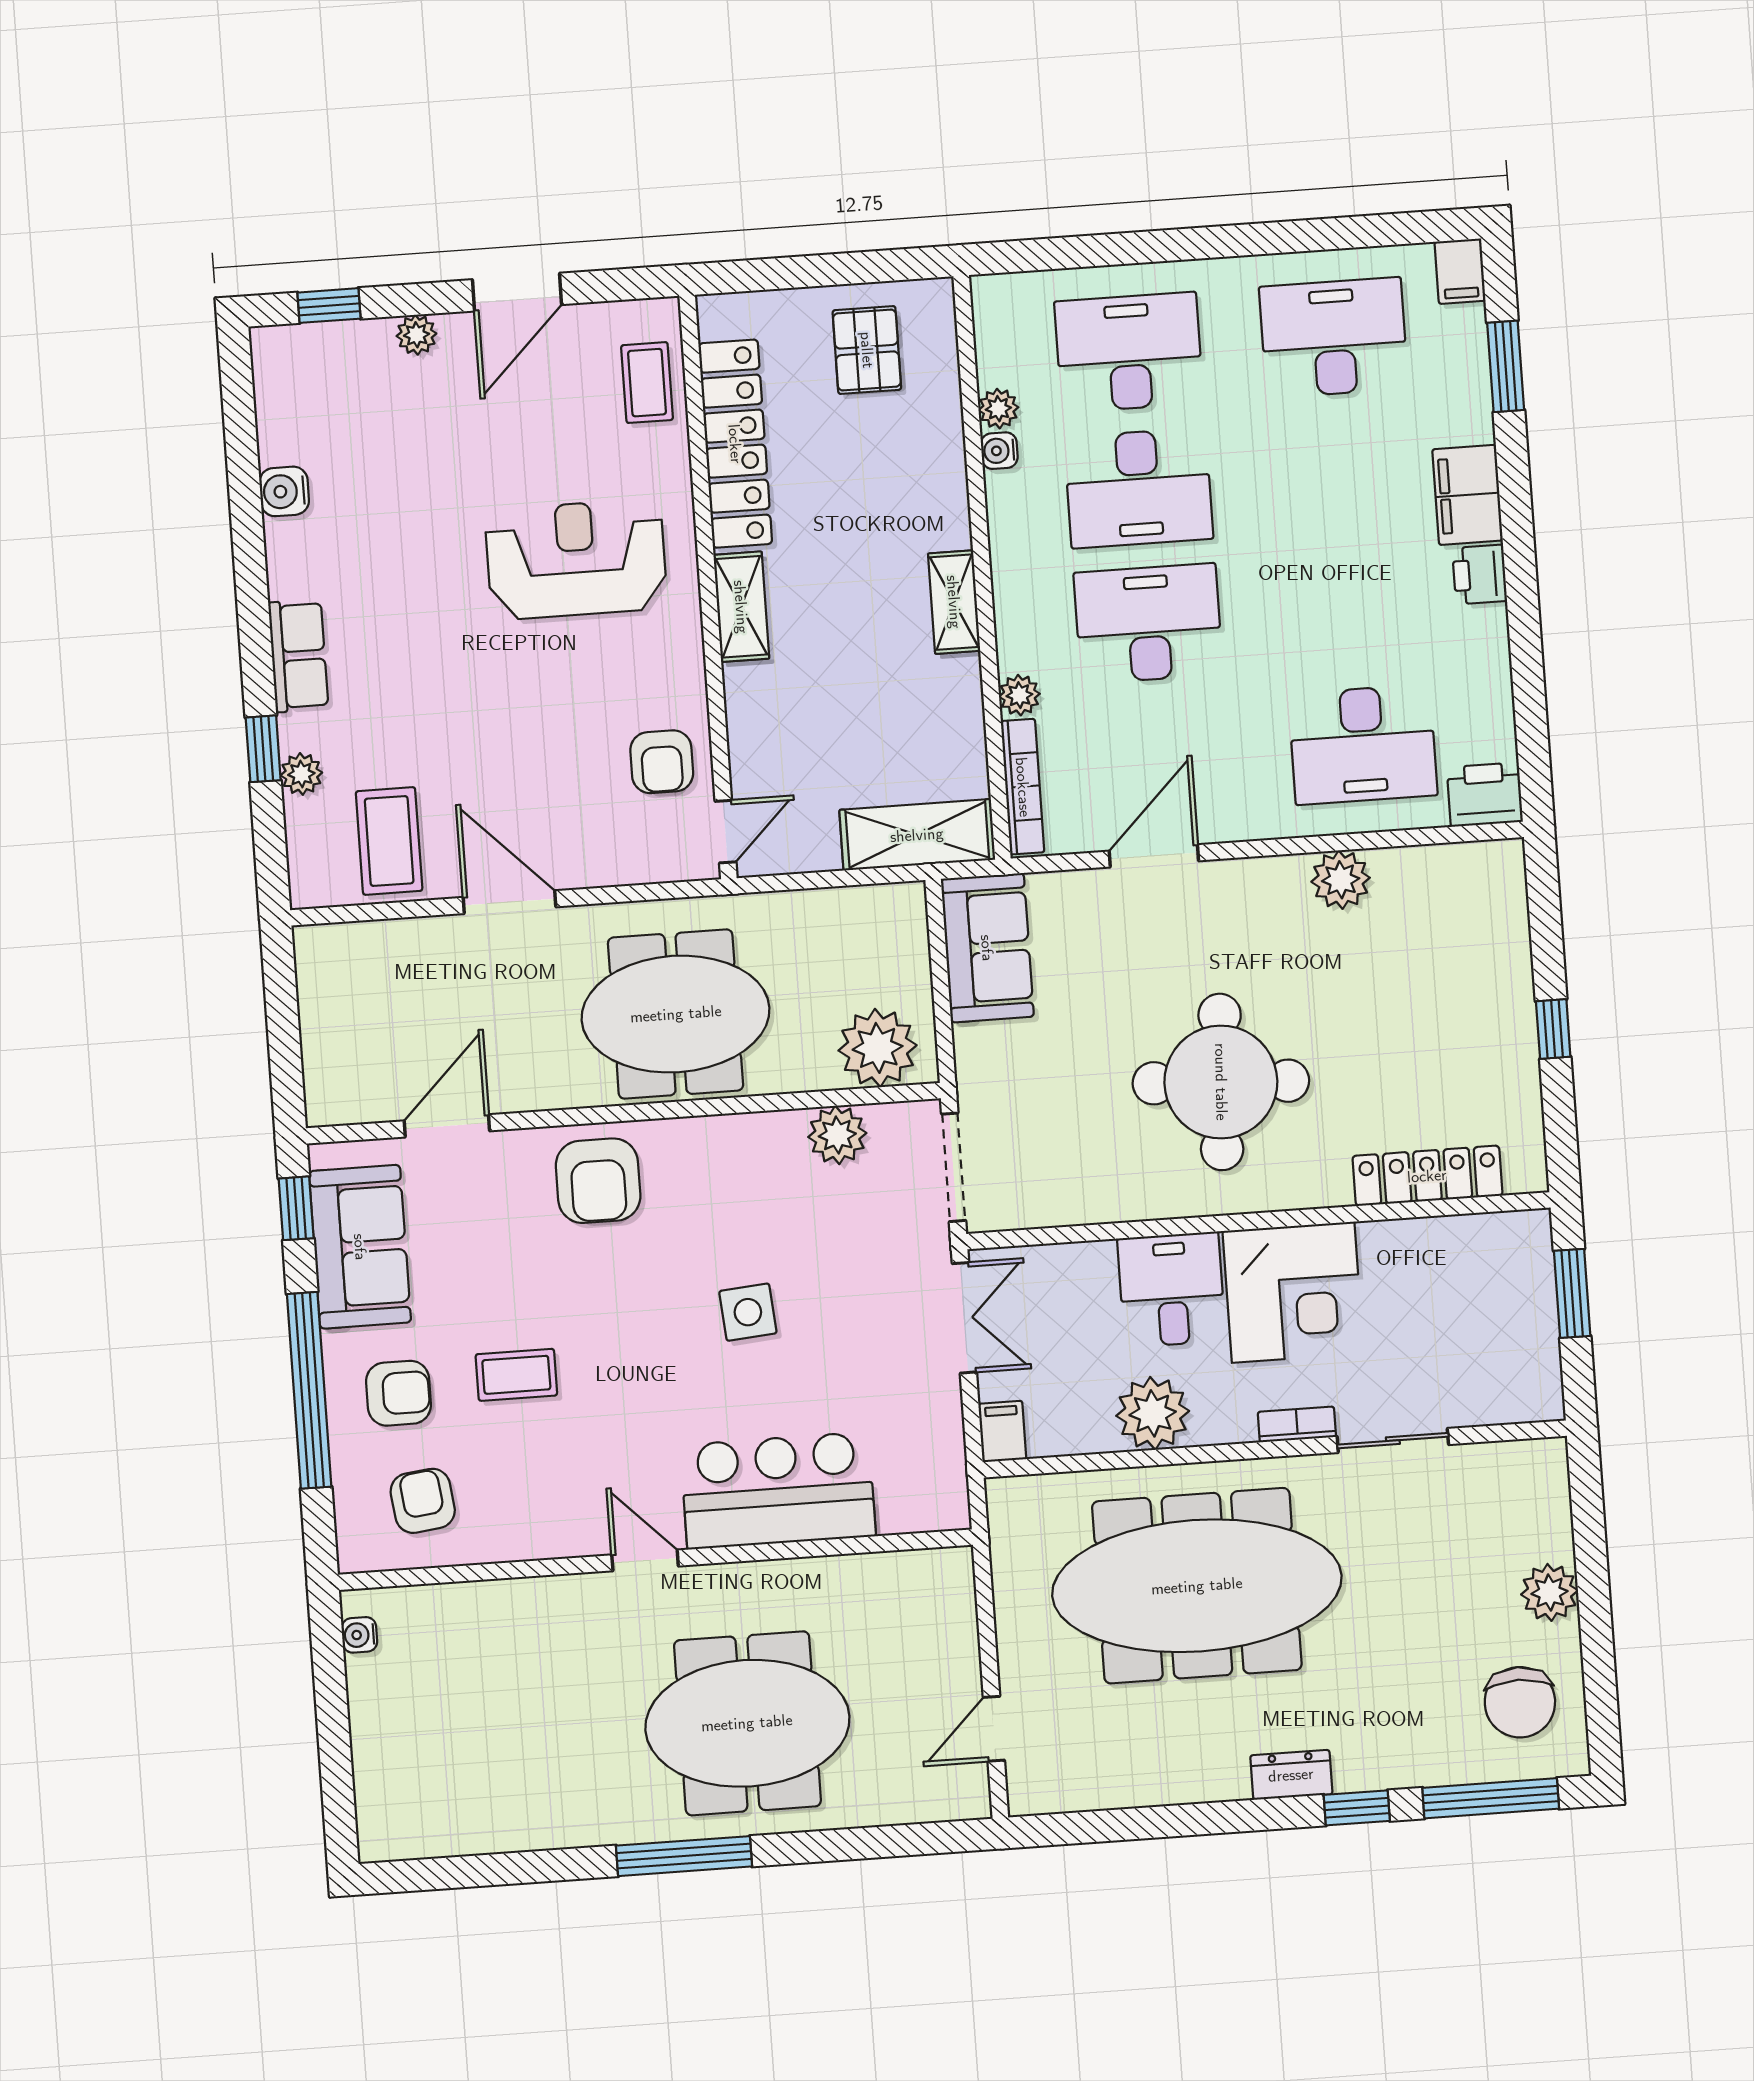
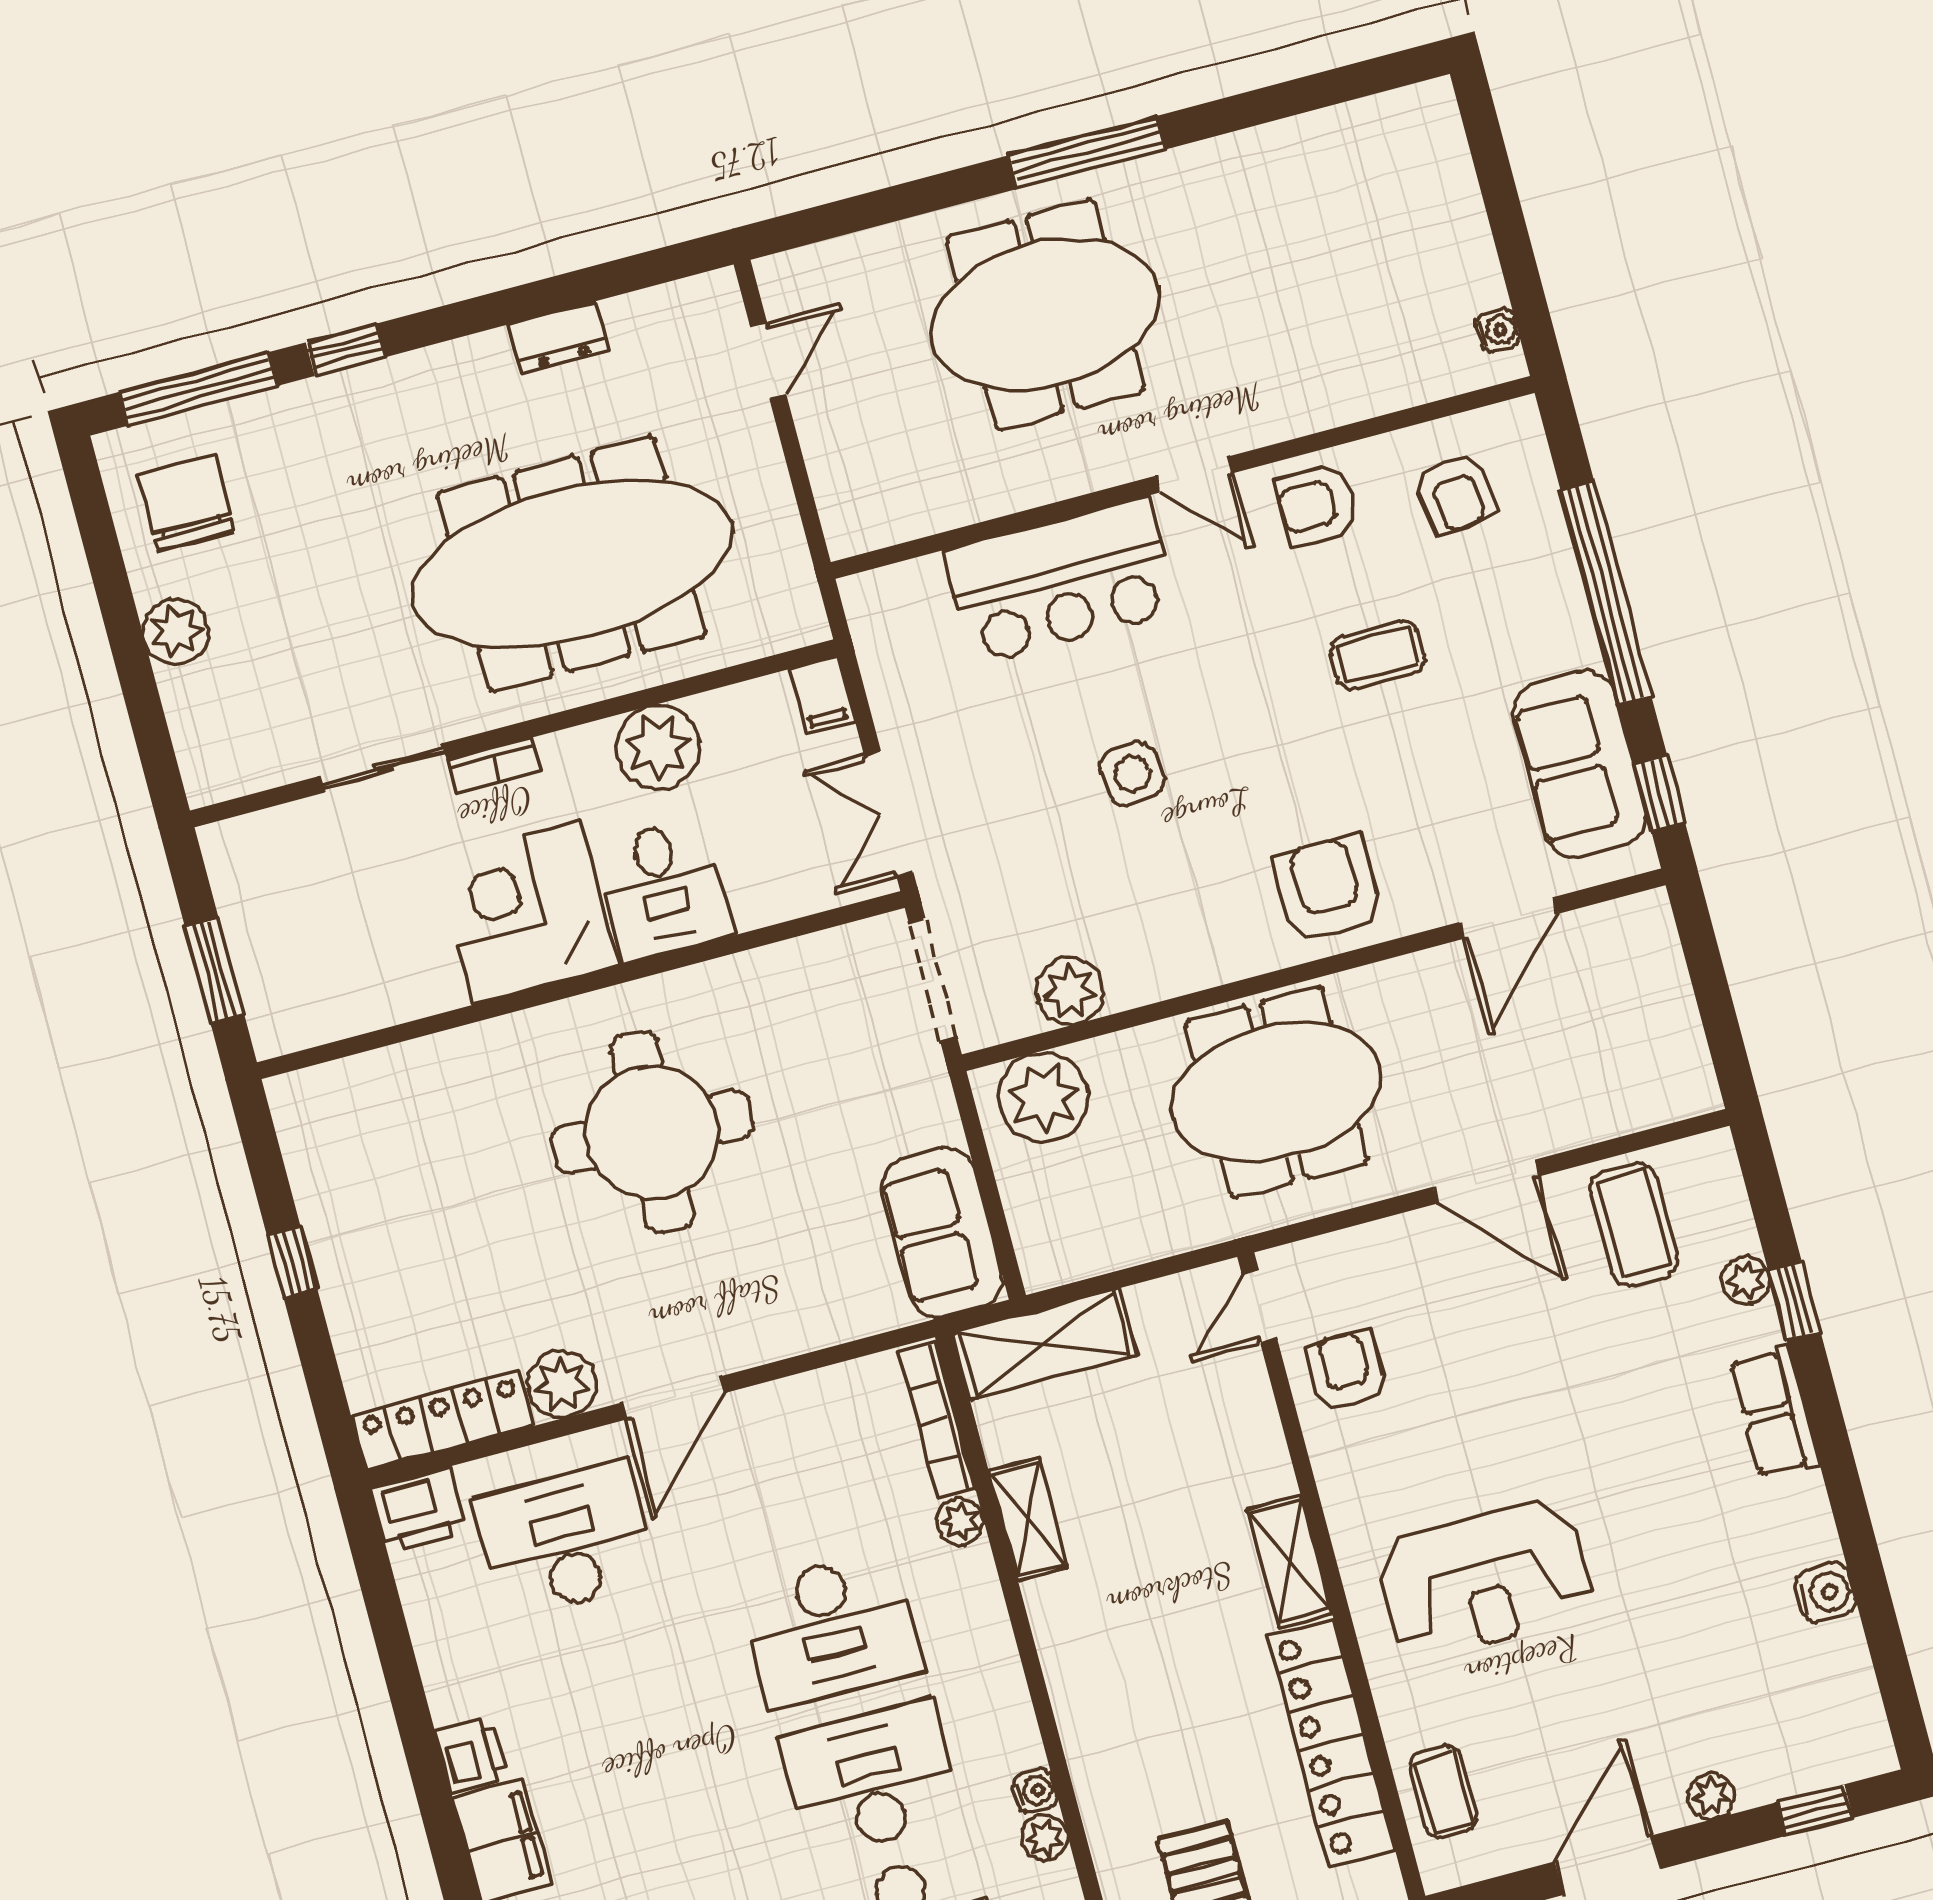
shelving: (954, 602) -> (1028, 1519), moved
door: (1154, 856) -> (673, 1398), moved
locker: (1427, 1176) -> (443, 1421), moved, turned 180
armchair: (398, 1393) -> (1317, 505), moved
dresser: (1291, 1775) -> (559, 337), moved

